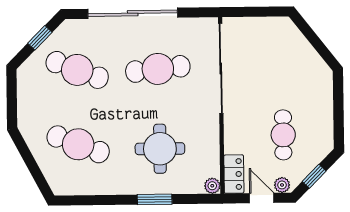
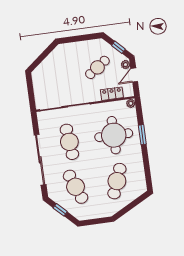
cafe table: (77, 70) -> (76, 187), turned -42
cafe table: (283, 135) -> (97, 67), turned -35
round table: (160, 149) -> (114, 135), width x1.36, depth x1.36
locker: (234, 174) -> (112, 94), moved

